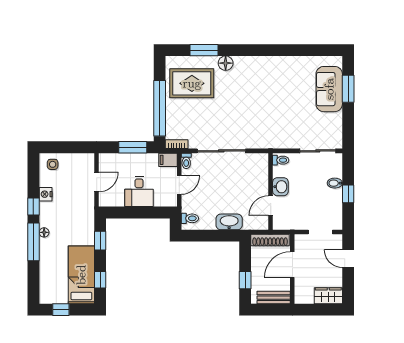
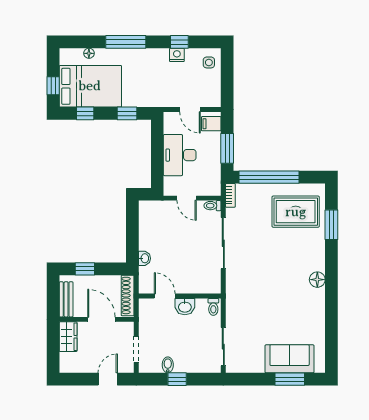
floor lamp: (226, 63) -> (317, 280), moved
rug: (192, 83) -> (296, 212), turned 90
filing cabinet: (168, 160) -> (211, 124), moved, turned -90
bidet: (335, 183) -> (168, 365), moved
desk: (139, 192) -> (180, 155), width x1.37
window: (33, 207) -> (179, 42), moved
toilet: (190, 218) -> (151, 210), removed
washbasin: (229, 222) -> (144, 258), width x0.52, depth x0.69
floor lamp: (44, 232) -> (89, 53), moved
bed: (81, 275) -> (90, 86), width x1.50
wardrobe: (328, 296) -> (68, 337), moved
window: (61, 310) -> (53, 86), moved

